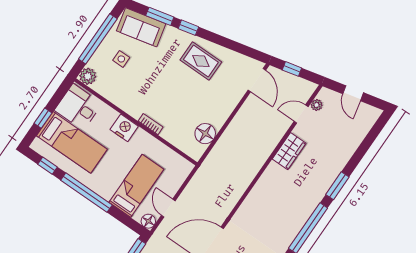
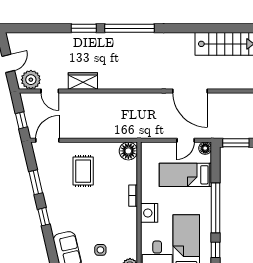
window: (160, 16) -> (36, 182), moved
rug: (201, 61) -> (83, 171), moved
plant: (317, 105) -> (31, 80), width x1.88, depth x1.88
floor lamp: (205, 134) -> (128, 151), moved

